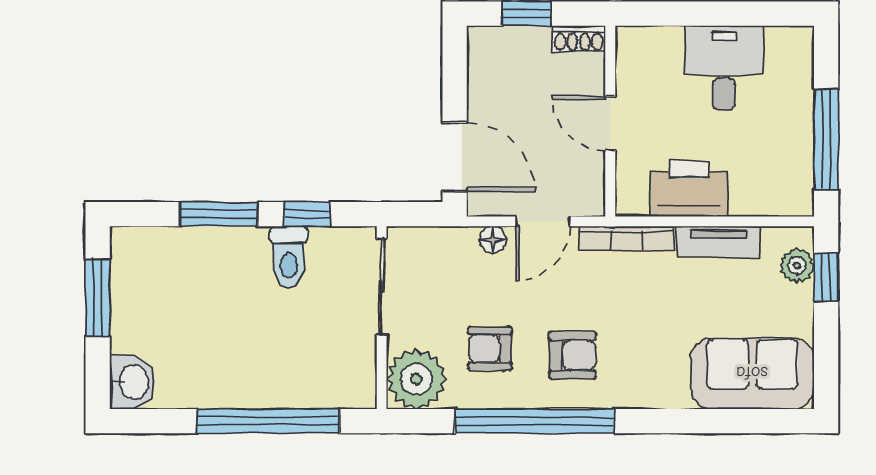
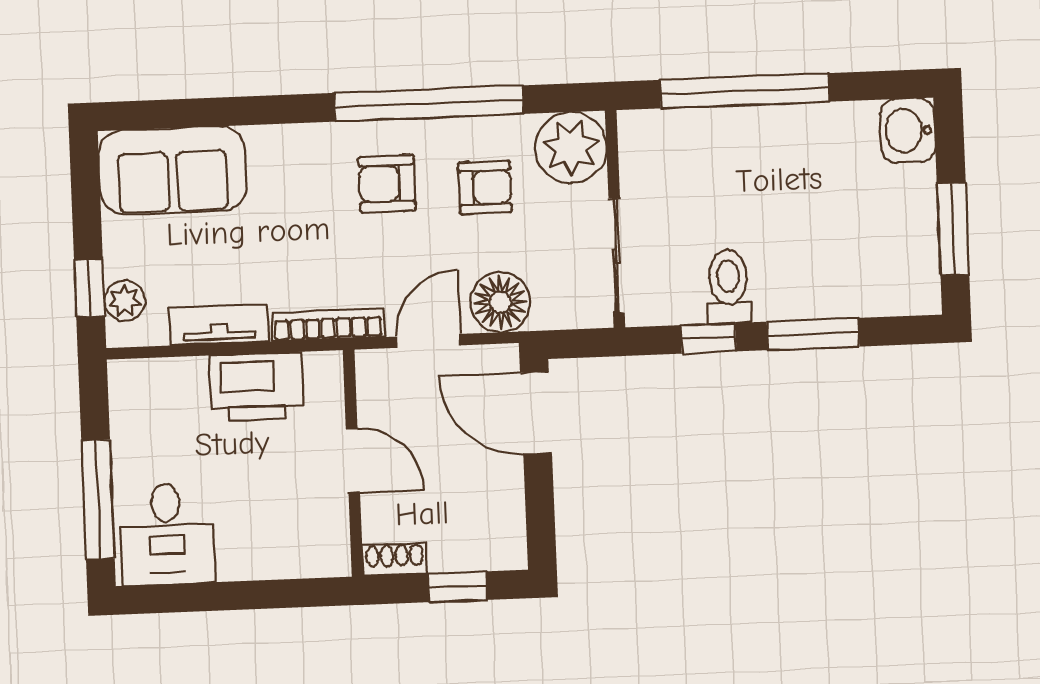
desk: (724, 68) -> (167, 534), moved
window: (826, 139) -> (98, 500), moved
floor lamp: (493, 240) -> (500, 302), width x1.89, depth x1.89

